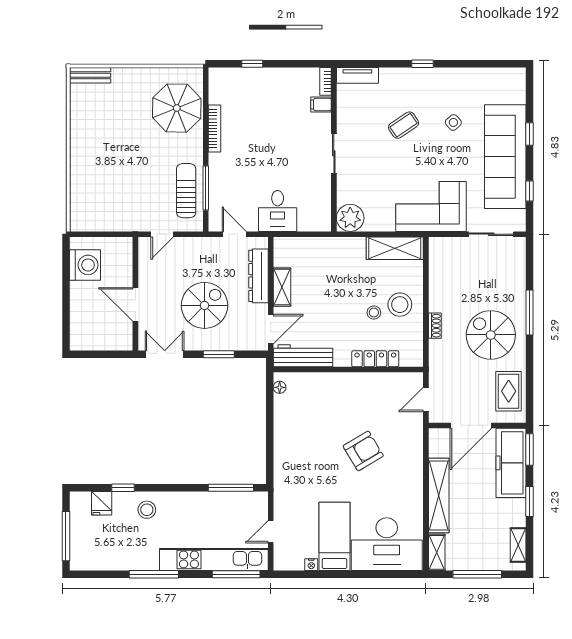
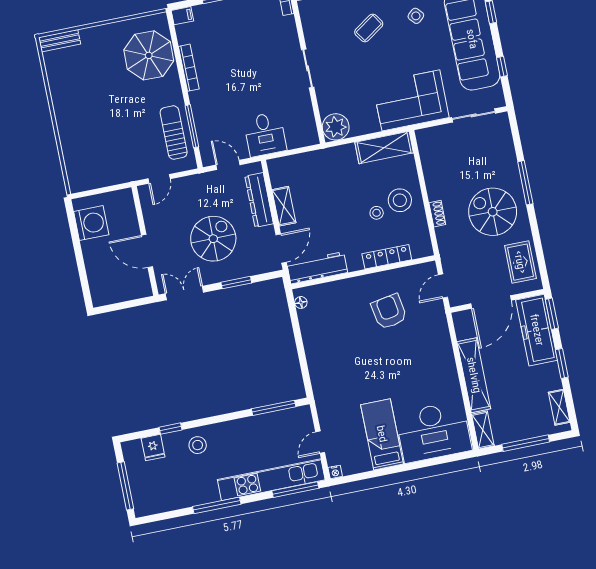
filing cabinet: (321, 104) -> (182, 16), moved, turned 180
armchair: (363, 451) -> (389, 312), moved, turned -69
nightstand: (311, 565) -> (335, 472), moved

